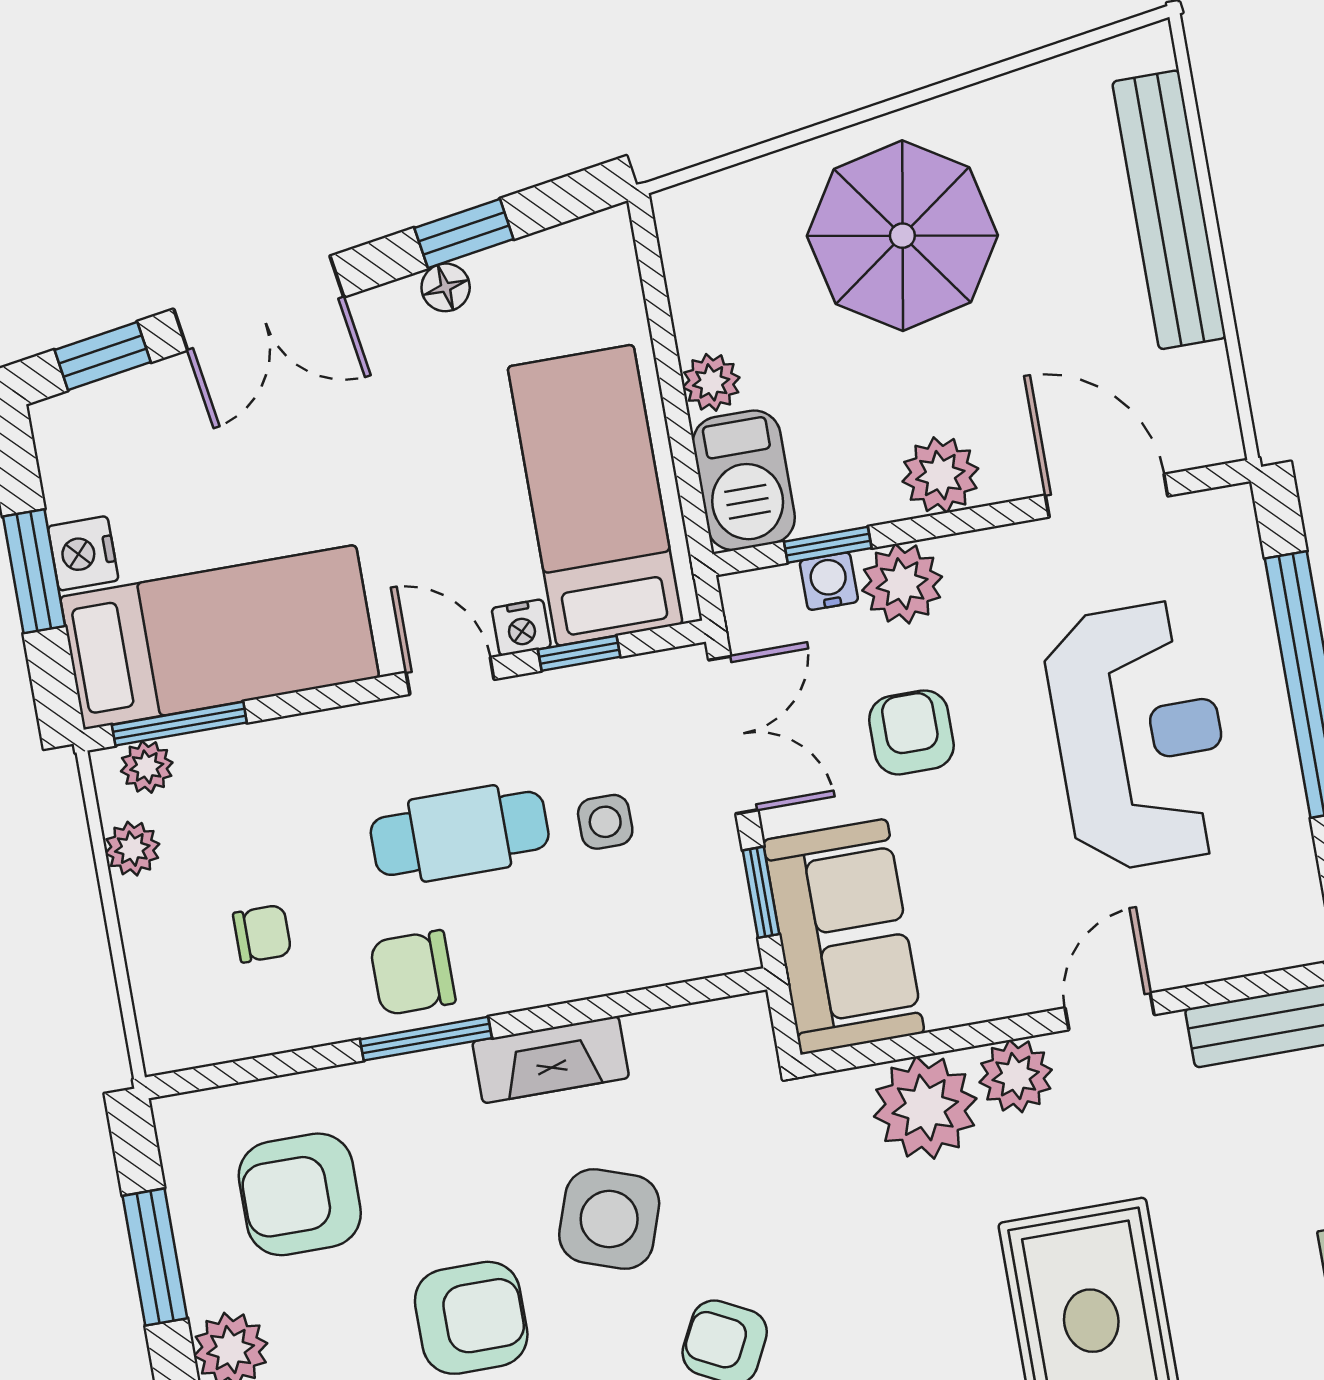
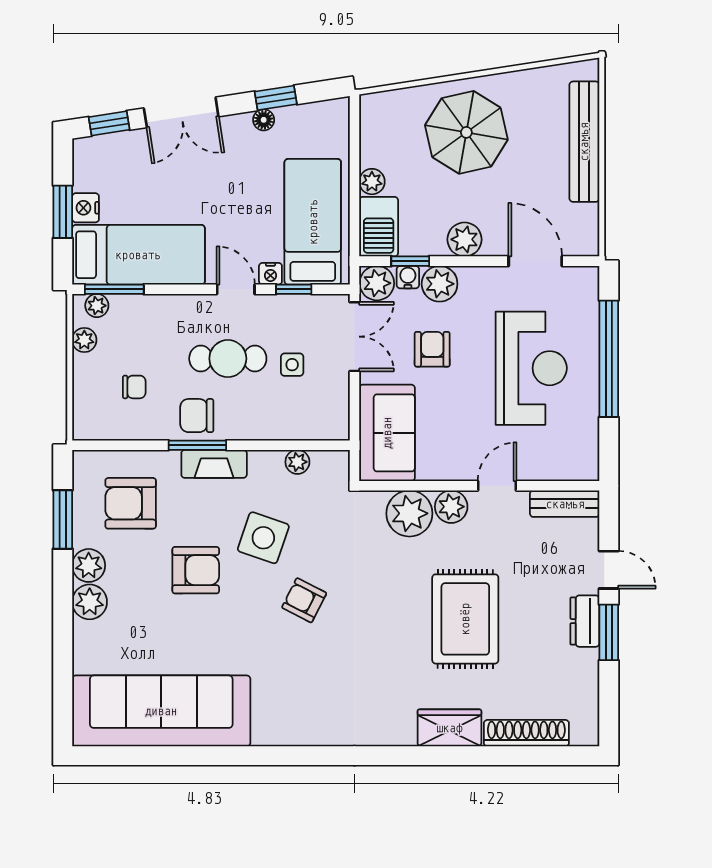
plant: (762, 607) -> (377, 283), added
window: (761, 892) -> (354, 407), removed
plant: (655, 1037) -> (297, 462), added
fireplace: (551, 1060) -> (214, 464), moved

